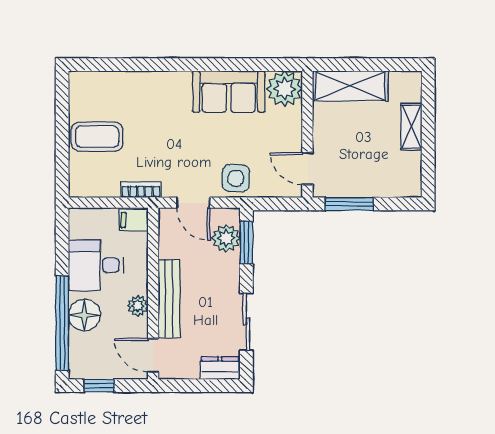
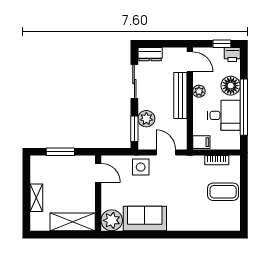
bookcase: (141, 190) -> (217, 160), moved
window: (349, 204) -> (60, 152), moved
plant: (226, 238) -> (146, 119), moved
window: (62, 323) -> (244, 107), moved
printer: (82, 367) -> (232, 55), added

